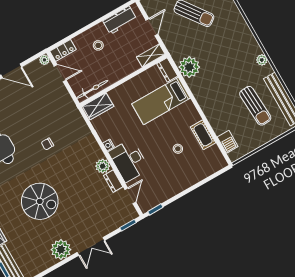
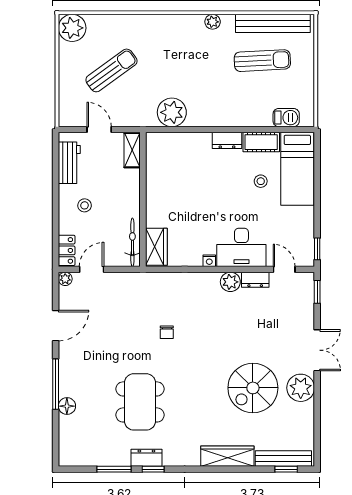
dresser: (167, 70) -> (227, 140), moved
bed: (161, 101) -> (297, 169), moved
spiral stairs: (40, 201) -> (253, 388), moved, turned 180

